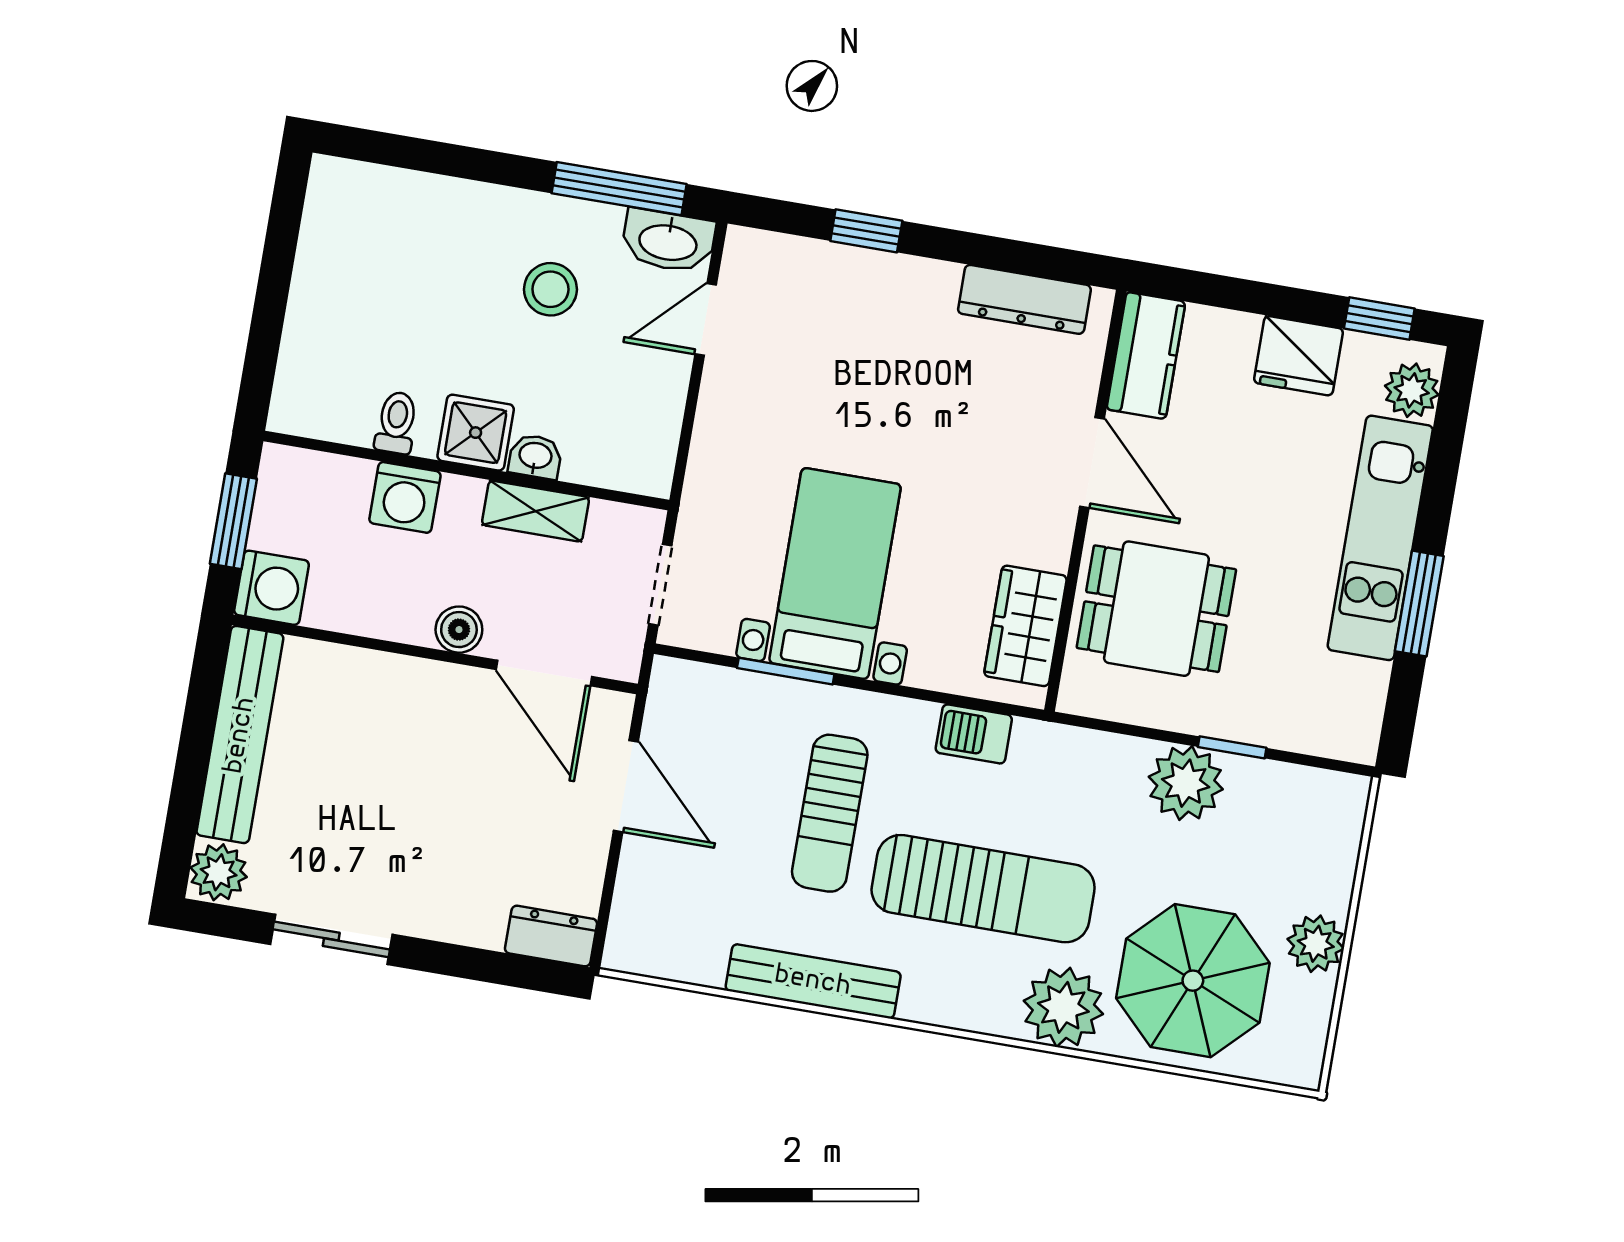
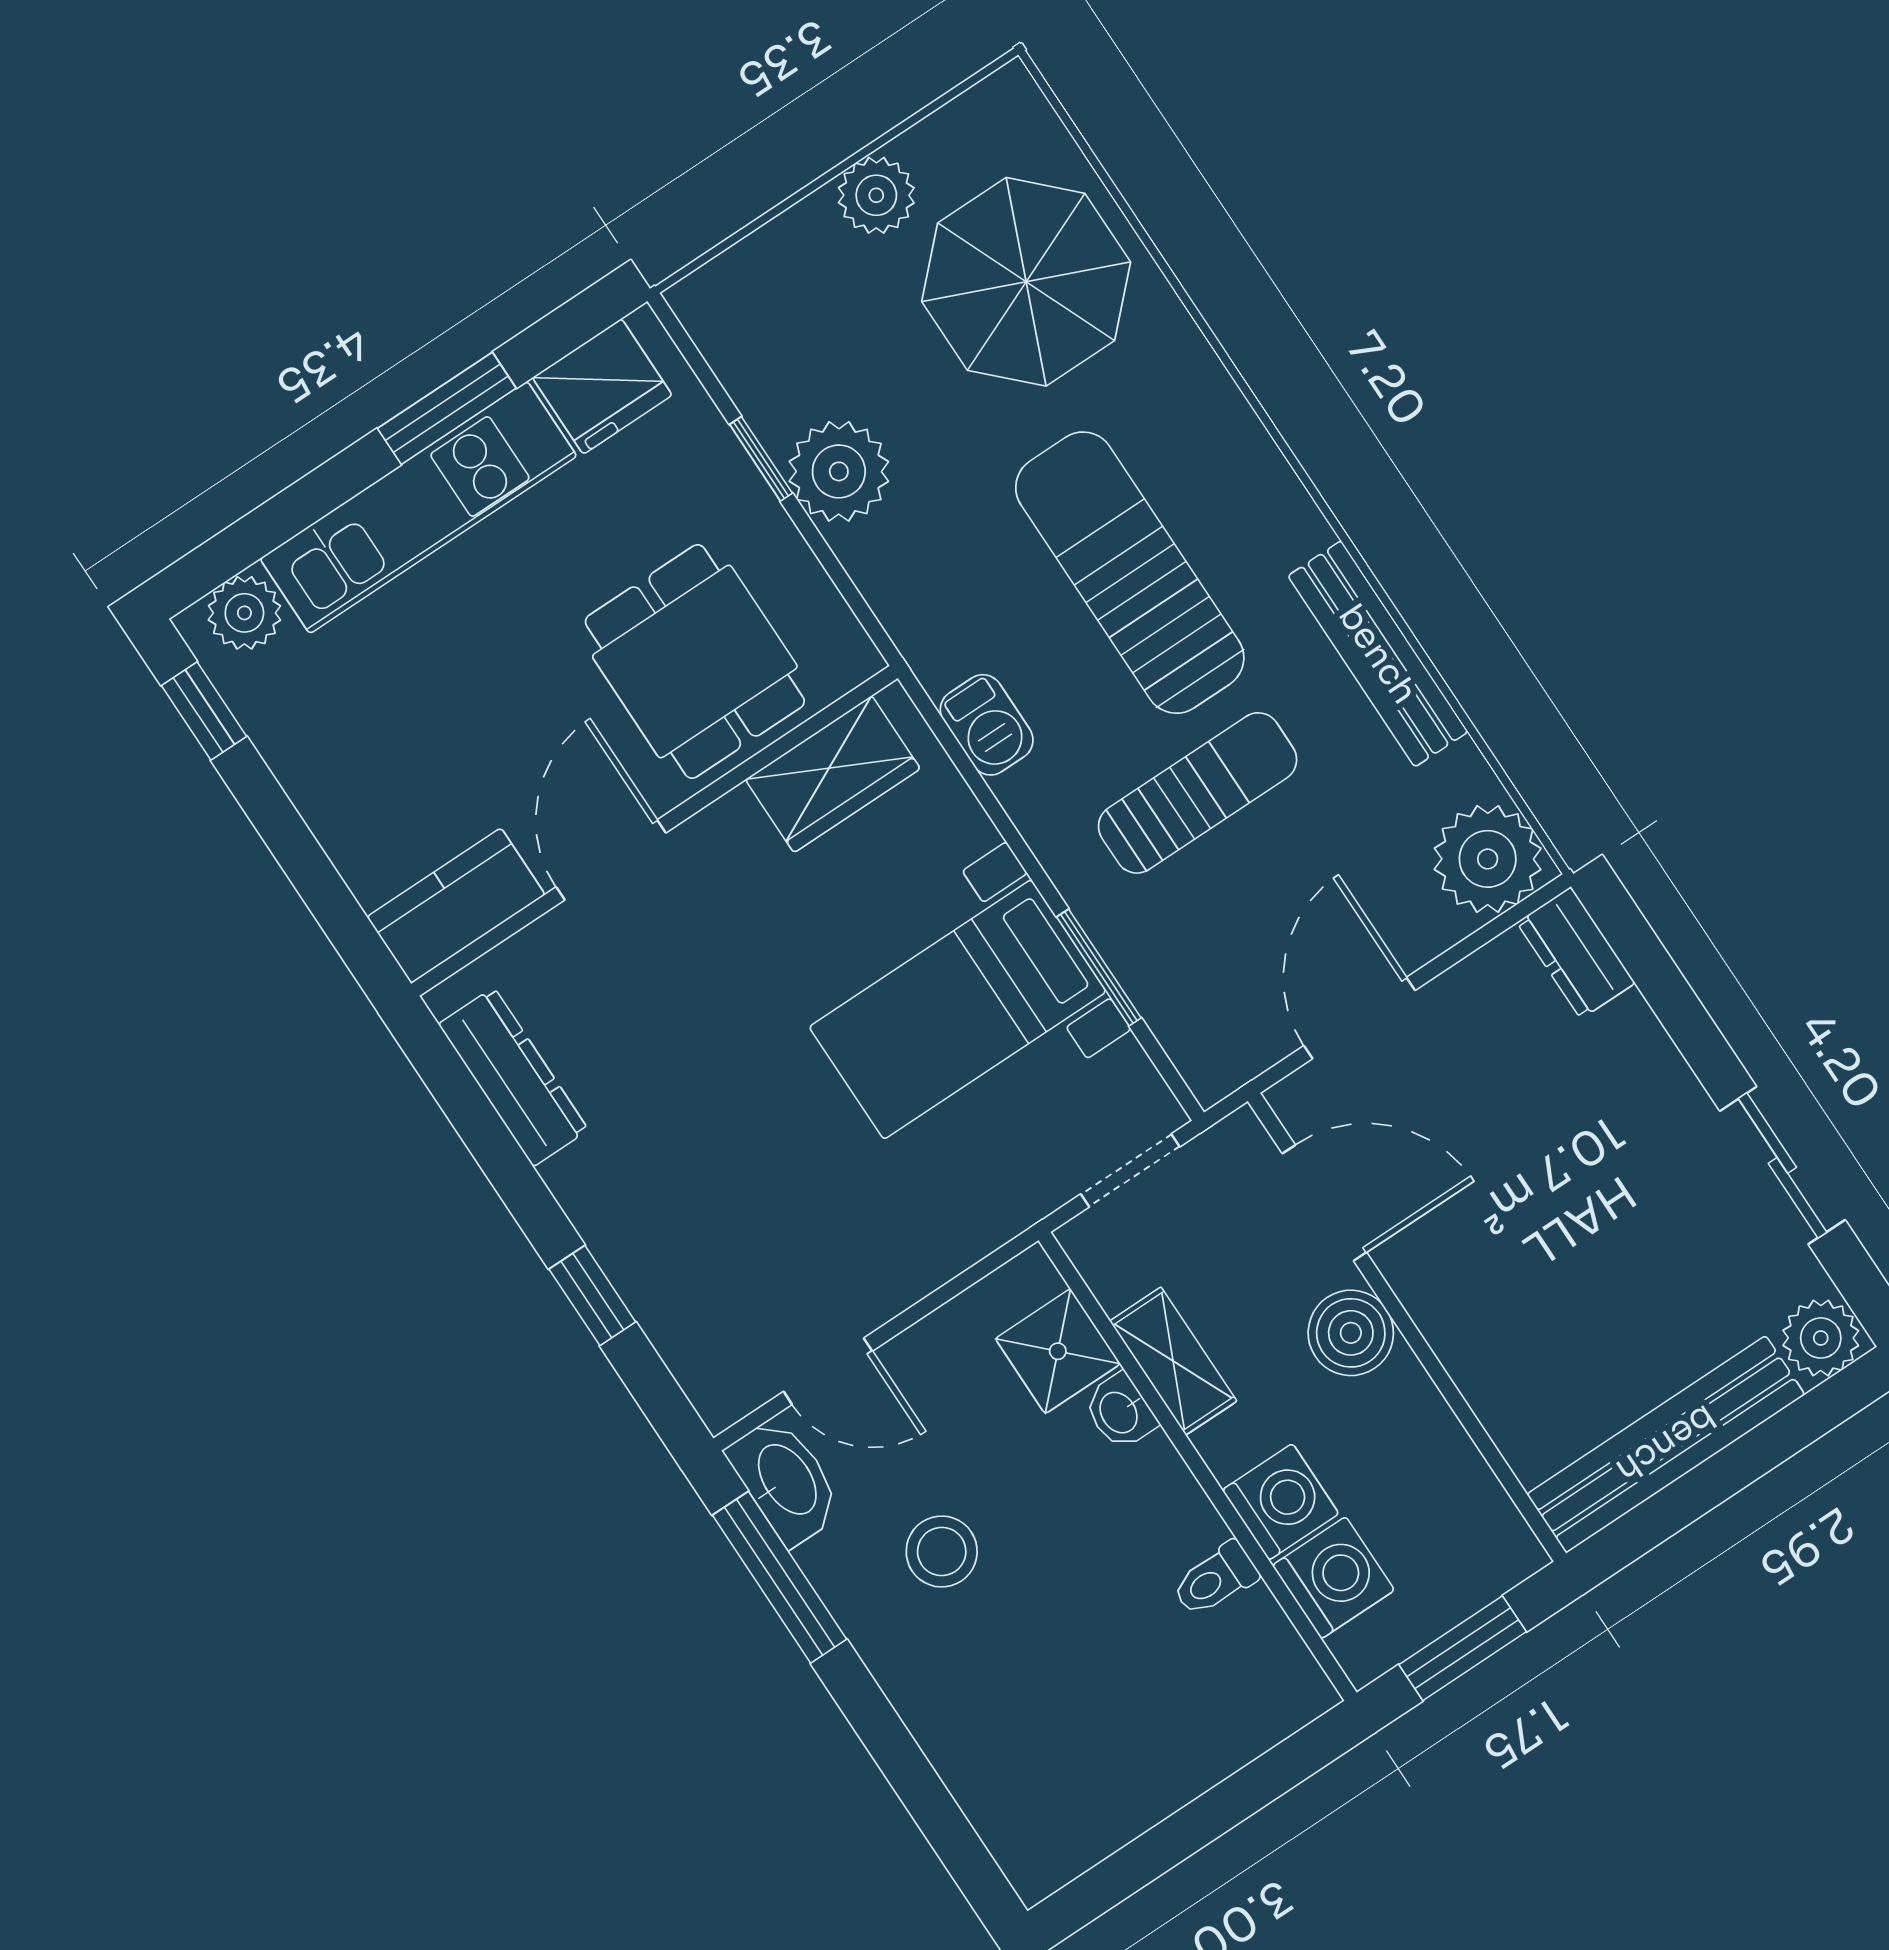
fridge: (1299, 356) -> (602, 386), moved, turned 90
shower: (476, 433) -> (1058, 1351), moved
washing machine: (272, 588) -> (1333, 1578), moved, turned 90
boiler: (459, 630) -> (1351, 1333), width x1.36, depth x1.36
door: (544, 673) -> (1324, 1203), hinge flipped
plant: (1063, 1007) -> (1488, 859), moved

